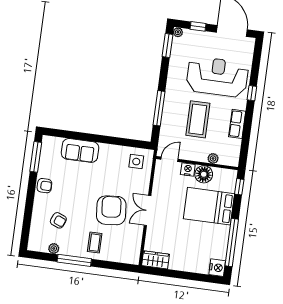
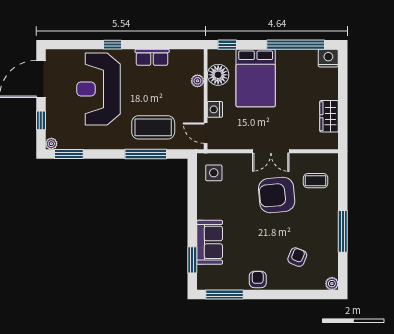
coffee table: (198, 119) -> (153, 127), moved
window: (68, 134) -> (192, 260), added
floor lamp: (204, 174) -> (218, 75), moved
coffee table: (95, 243) -> (316, 181), moved
plant: (54, 248) -> (332, 284), moved
wardrobe: (155, 260) -> (329, 116), moved

